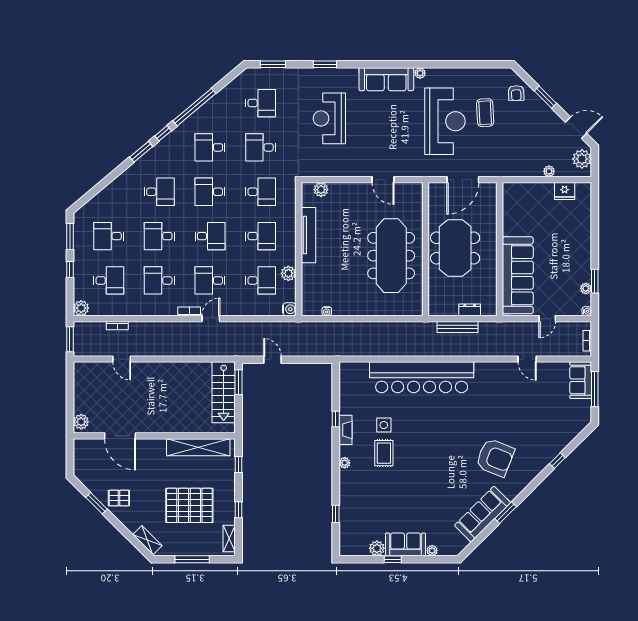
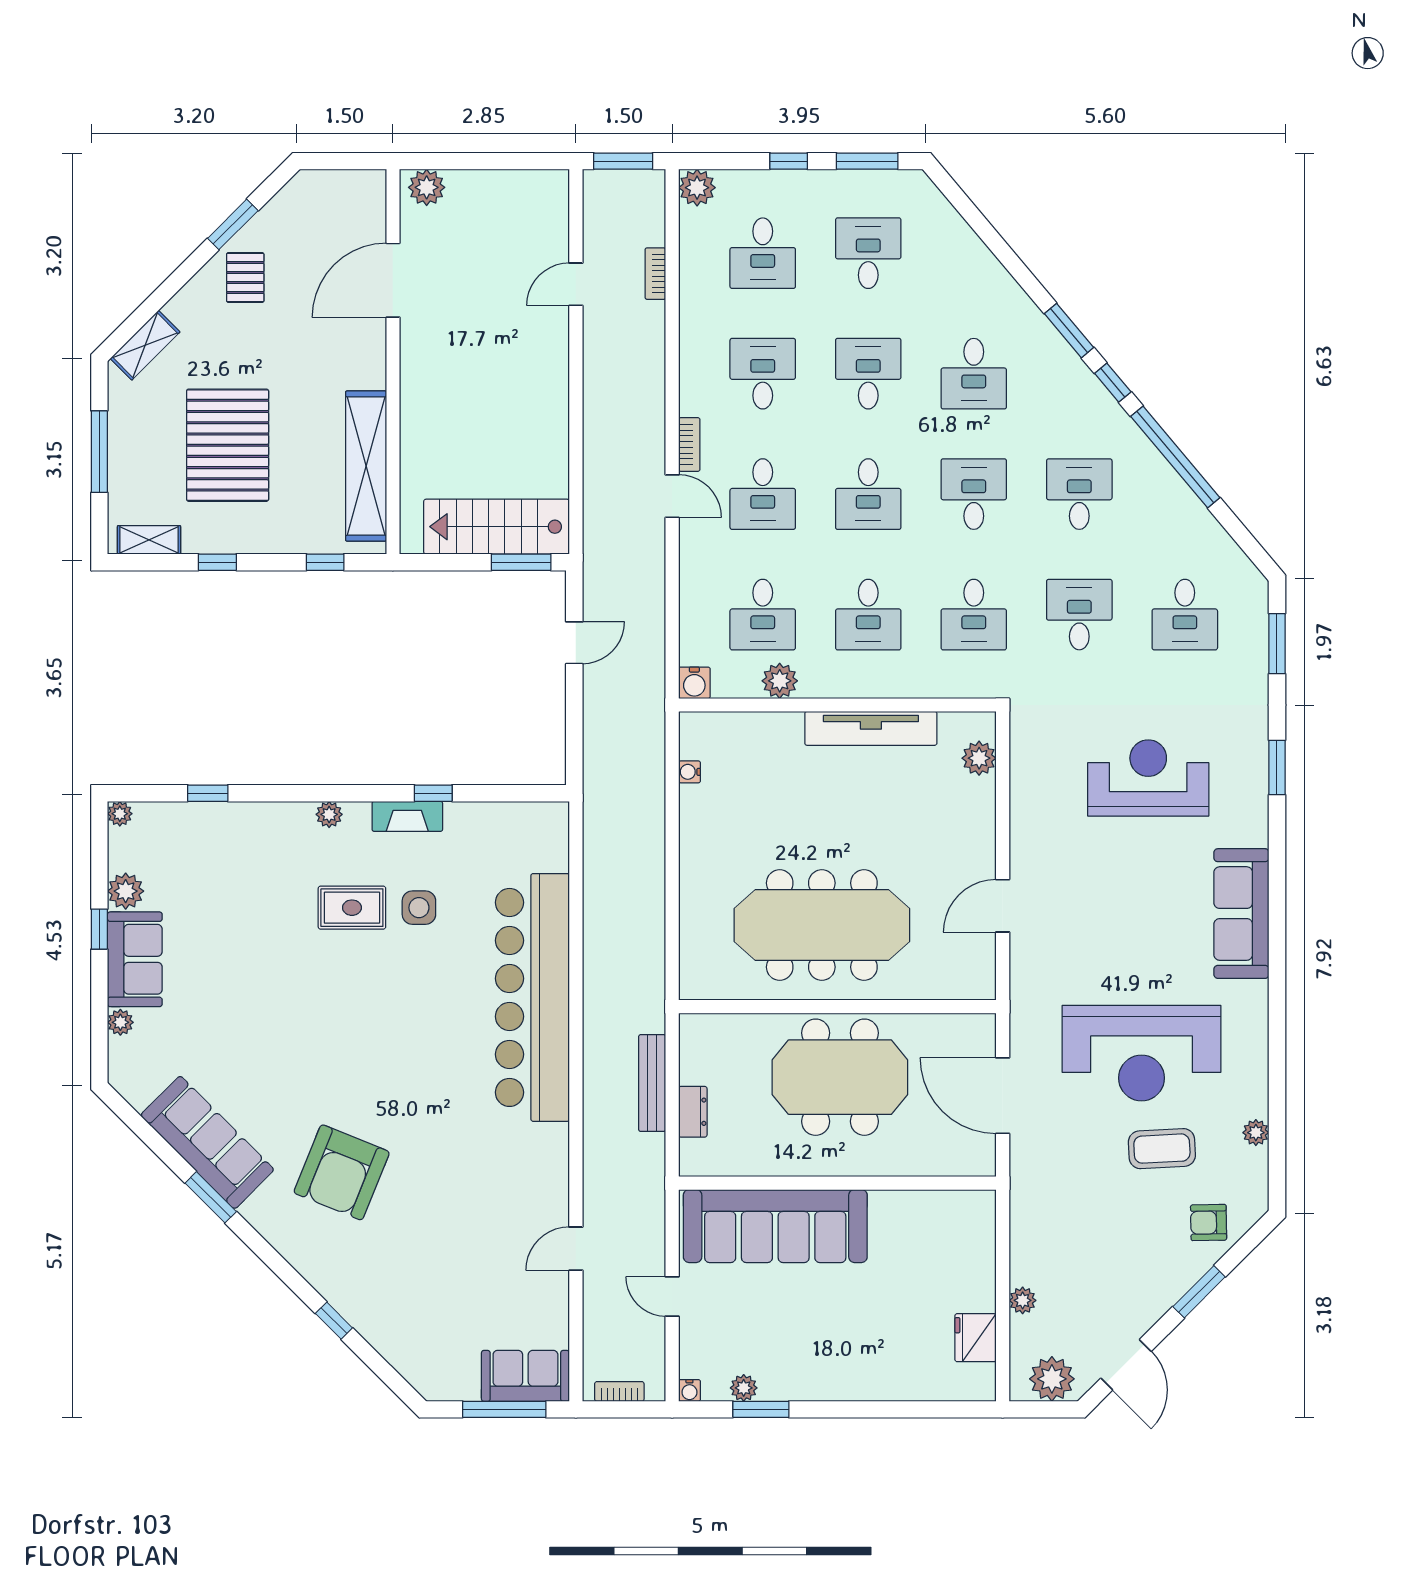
plant: (420, 73) -> (1256, 1133), moved
desk: (210, 280) -> (763, 494), turned 180
plant: (344, 551) -> (120, 814), added

